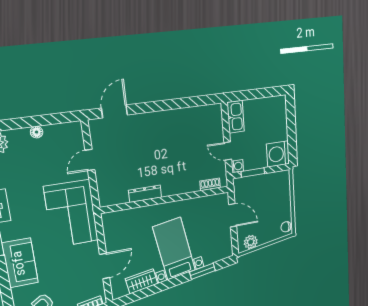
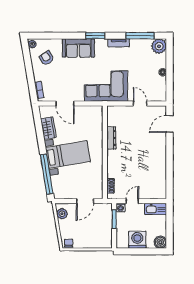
boiler: (278, 104) -> (160, 242), added
door: (114, 111) -> (170, 124), swing flipped
washing machine: (278, 154) -> (137, 240), moved
window: (202, 271) -> (47, 174), width x2.11

